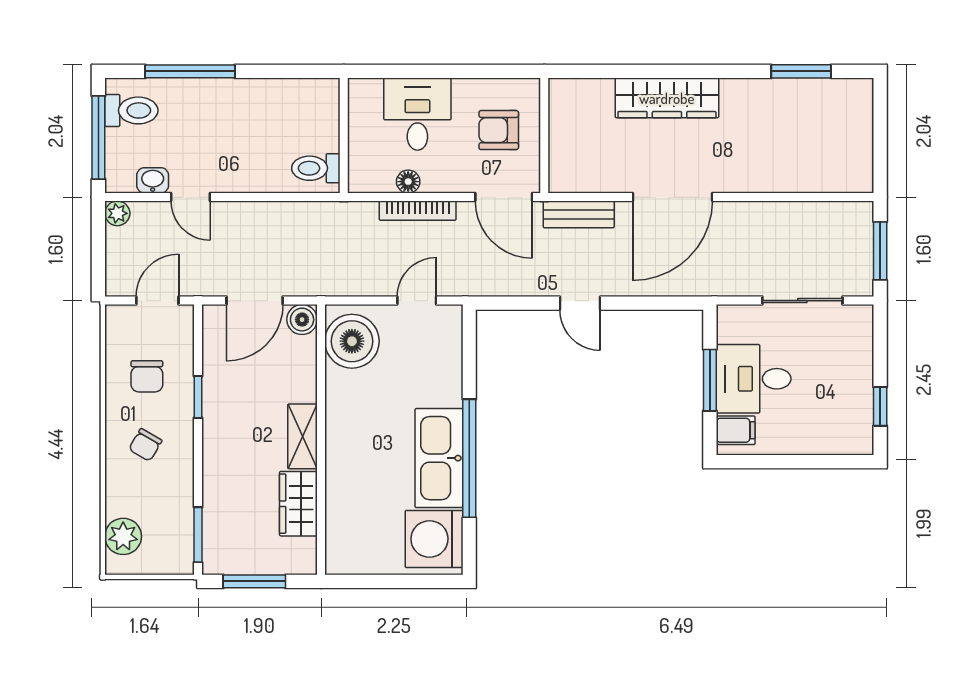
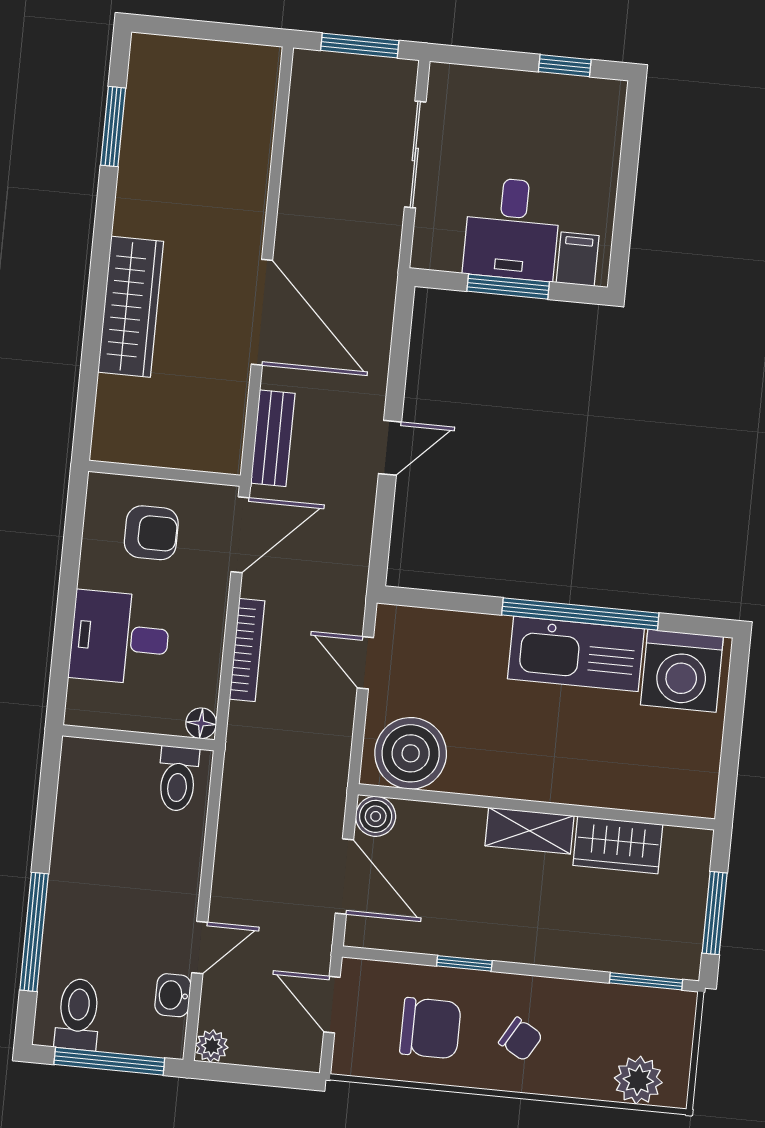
armchair: (499, 130) -> (151, 533), turned -90
floor lamp: (408, 182) -> (201, 723), moved
chair: (147, 376) -> (430, 1028), width x1.37, depth x1.37

